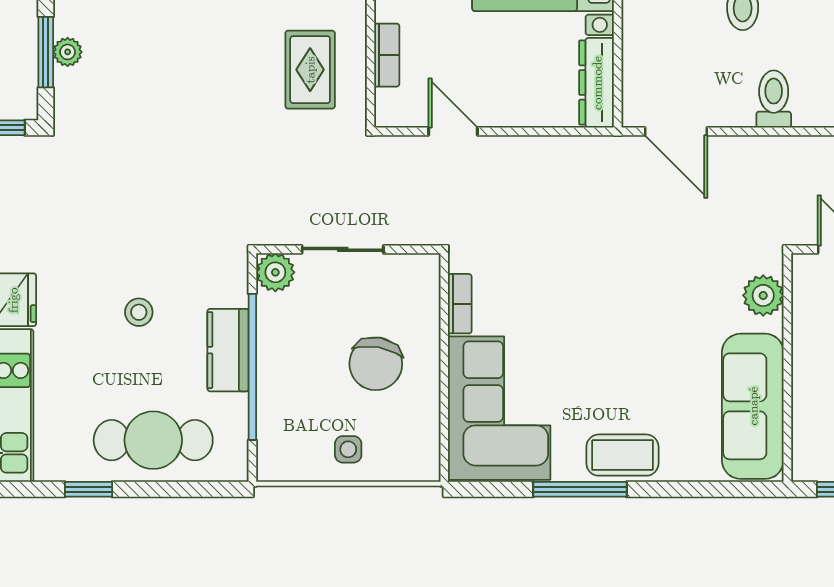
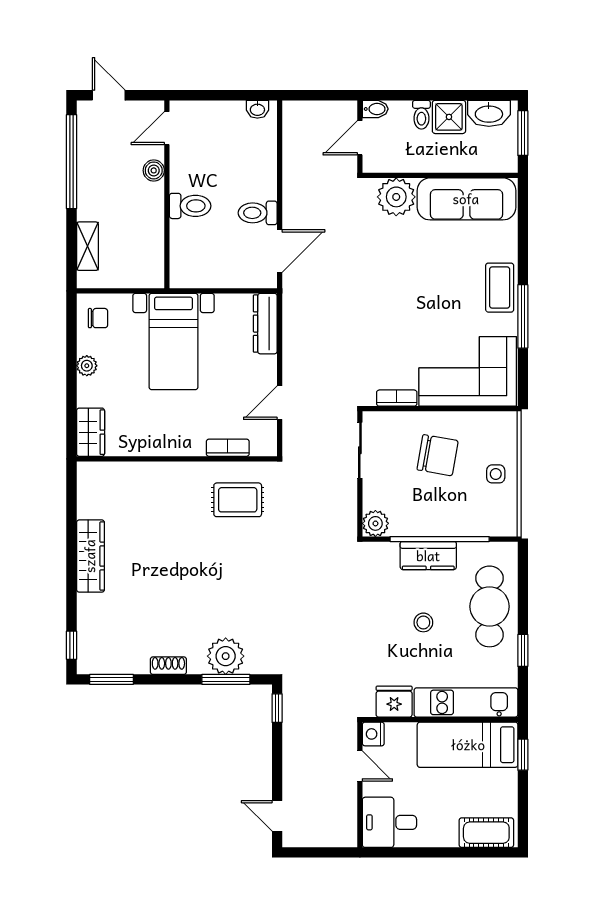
plant: (68, 52) -> (226, 656), width x1.88, depth x1.88
dresser: (597, 83) -> (265, 324), moved, turned 90
toilet: (774, 99) -> (258, 213), moved
sliding door: (343, 249) -> (360, 450), moved
plant: (763, 295) -> (396, 197), width x1.36, depth x1.36
stool: (139, 312) -> (423, 622), moved

